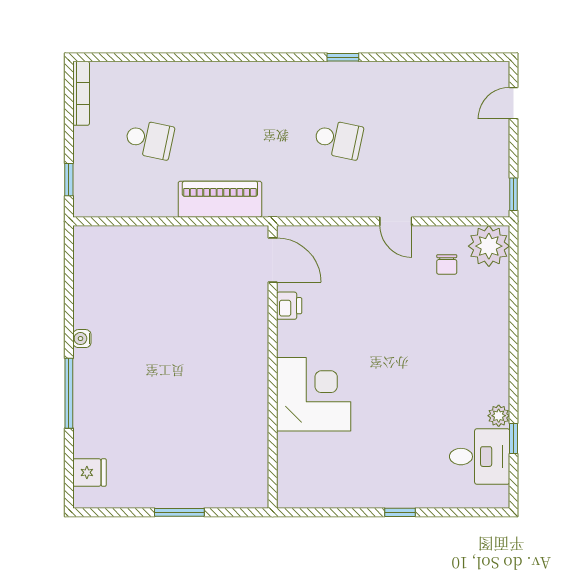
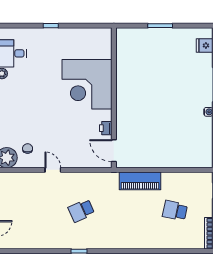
school desk: (338, 139) -> (81, 211), turned -36
corner desk: (314, 394) -> (87, 84), width x1.36, depth x1.36

